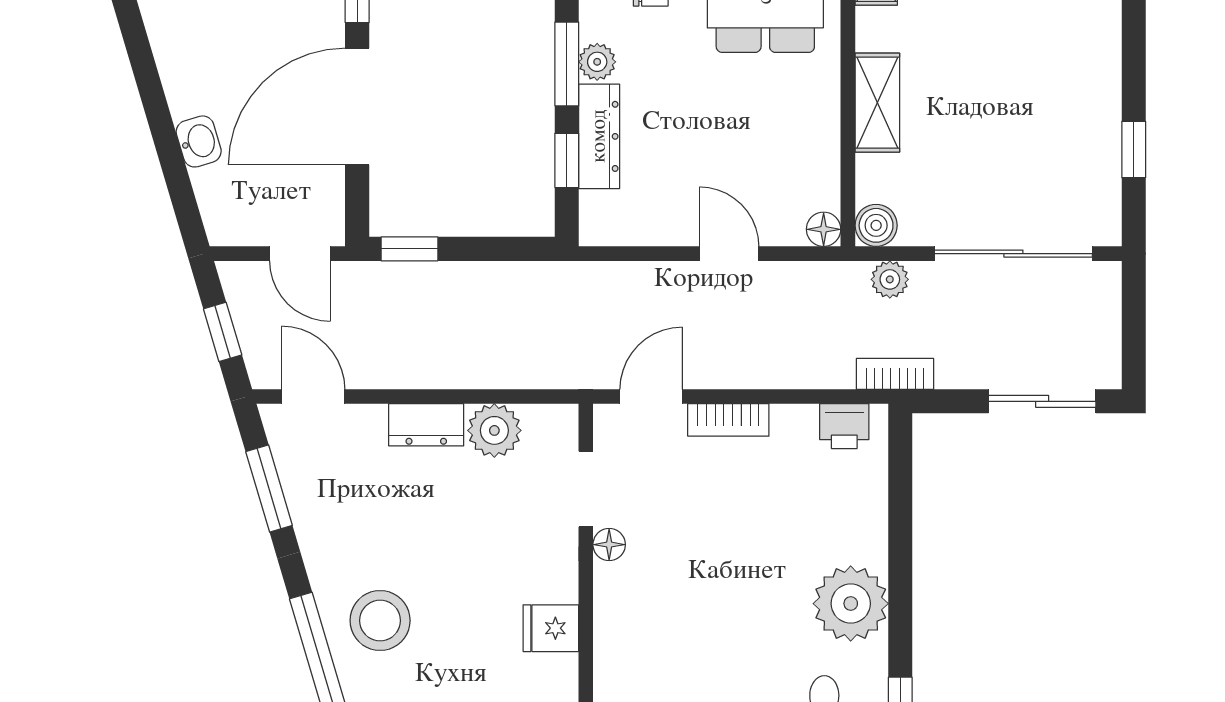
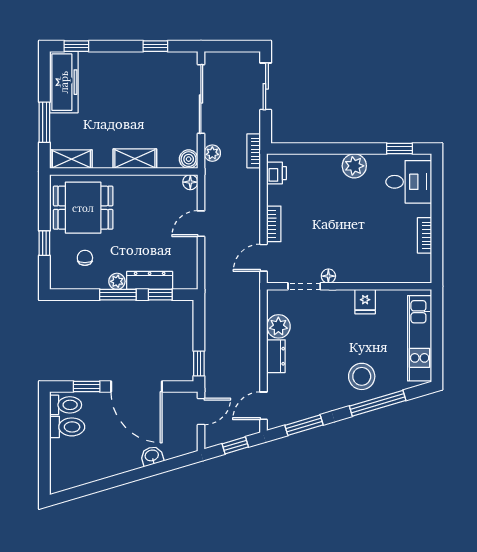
door: (651, 397) -> (264, 258), hinge flipped
plant: (851, 604) -> (354, 166), width x0.73, depth x0.73

